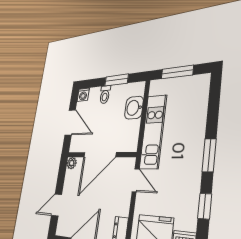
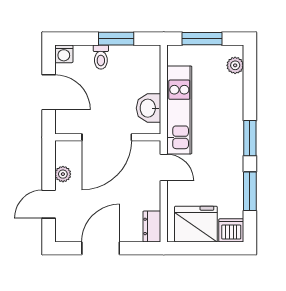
plant: (202, 91) -> (235, 65), added
washbasin: (134, 108) -> (149, 108), moved
plant: (72, 163) -> (63, 174), moved
window: (205, 206) -> (250, 191), width x1.50

